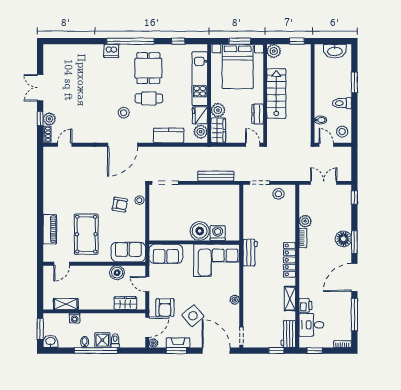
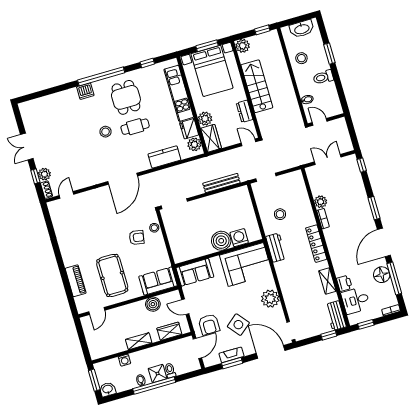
stool: (124, 113) -> (105, 132), moved
stool: (342, 132) -> (301, 58), moved
stool: (278, 194) -> (280, 214), moved
floor lamp: (343, 239) -> (382, 275), moved
plant: (235, 300) -> (270, 299), width x1.87, depth x1.87
shelving: (66, 304) -> (139, 341), moved
plant: (154, 343) -> (208, 362), removed

